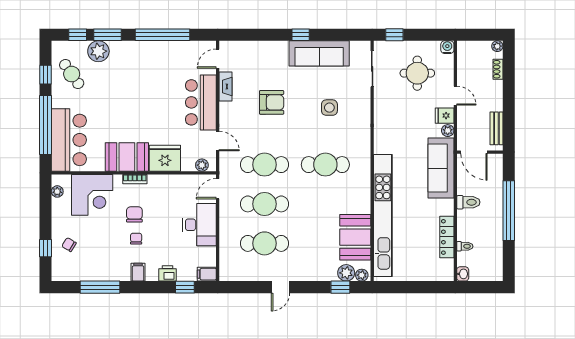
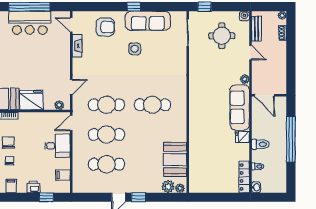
door: (218, 59) -> (71, 25), hinge flipped
bar counter: (201, 102) -> (30, 23), moved, turned -90
armchair: (272, 102) -> (105, 27), moved
side table: (329, 108) -> (135, 49), moved
fridge: (445, 116) -> (242, 137), moved
bench: (496, 128) -> (256, 29), moved
door: (218, 141) -> (71, 87), hinge flipped
toilet: (468, 202) -> (260, 144), moved
kitchen unit: (383, 216) -> (196, 143), removed
desk: (200, 225) -> (57, 146), width x0.73
locker: (447, 237) -> (244, 177), moved
filing cabinet: (207, 274) -> (63, 175), moved
window: (340, 287) -> (139, 197), moved

